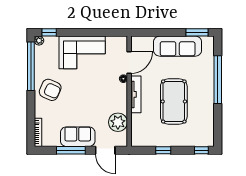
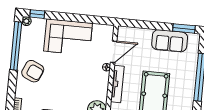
sofa: (178, 46) -> (170, 41), width x0.73

